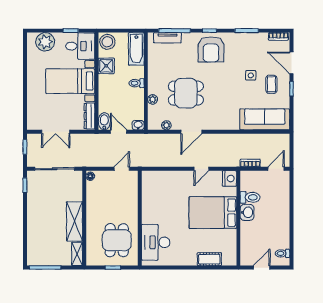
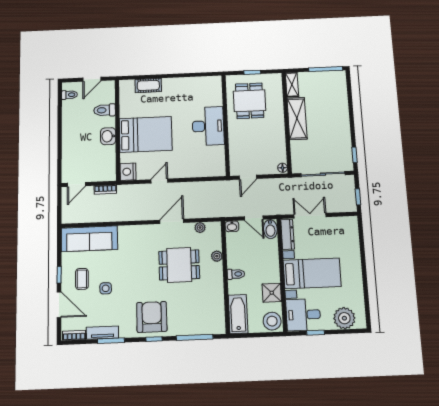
tv unit: (167, 38) -> (102, 333), moved
double door: (56, 132) -> (310, 216), moved
toilet: (250, 197) -> (105, 110), moved
desk: (156, 242) -> (208, 126), moved

